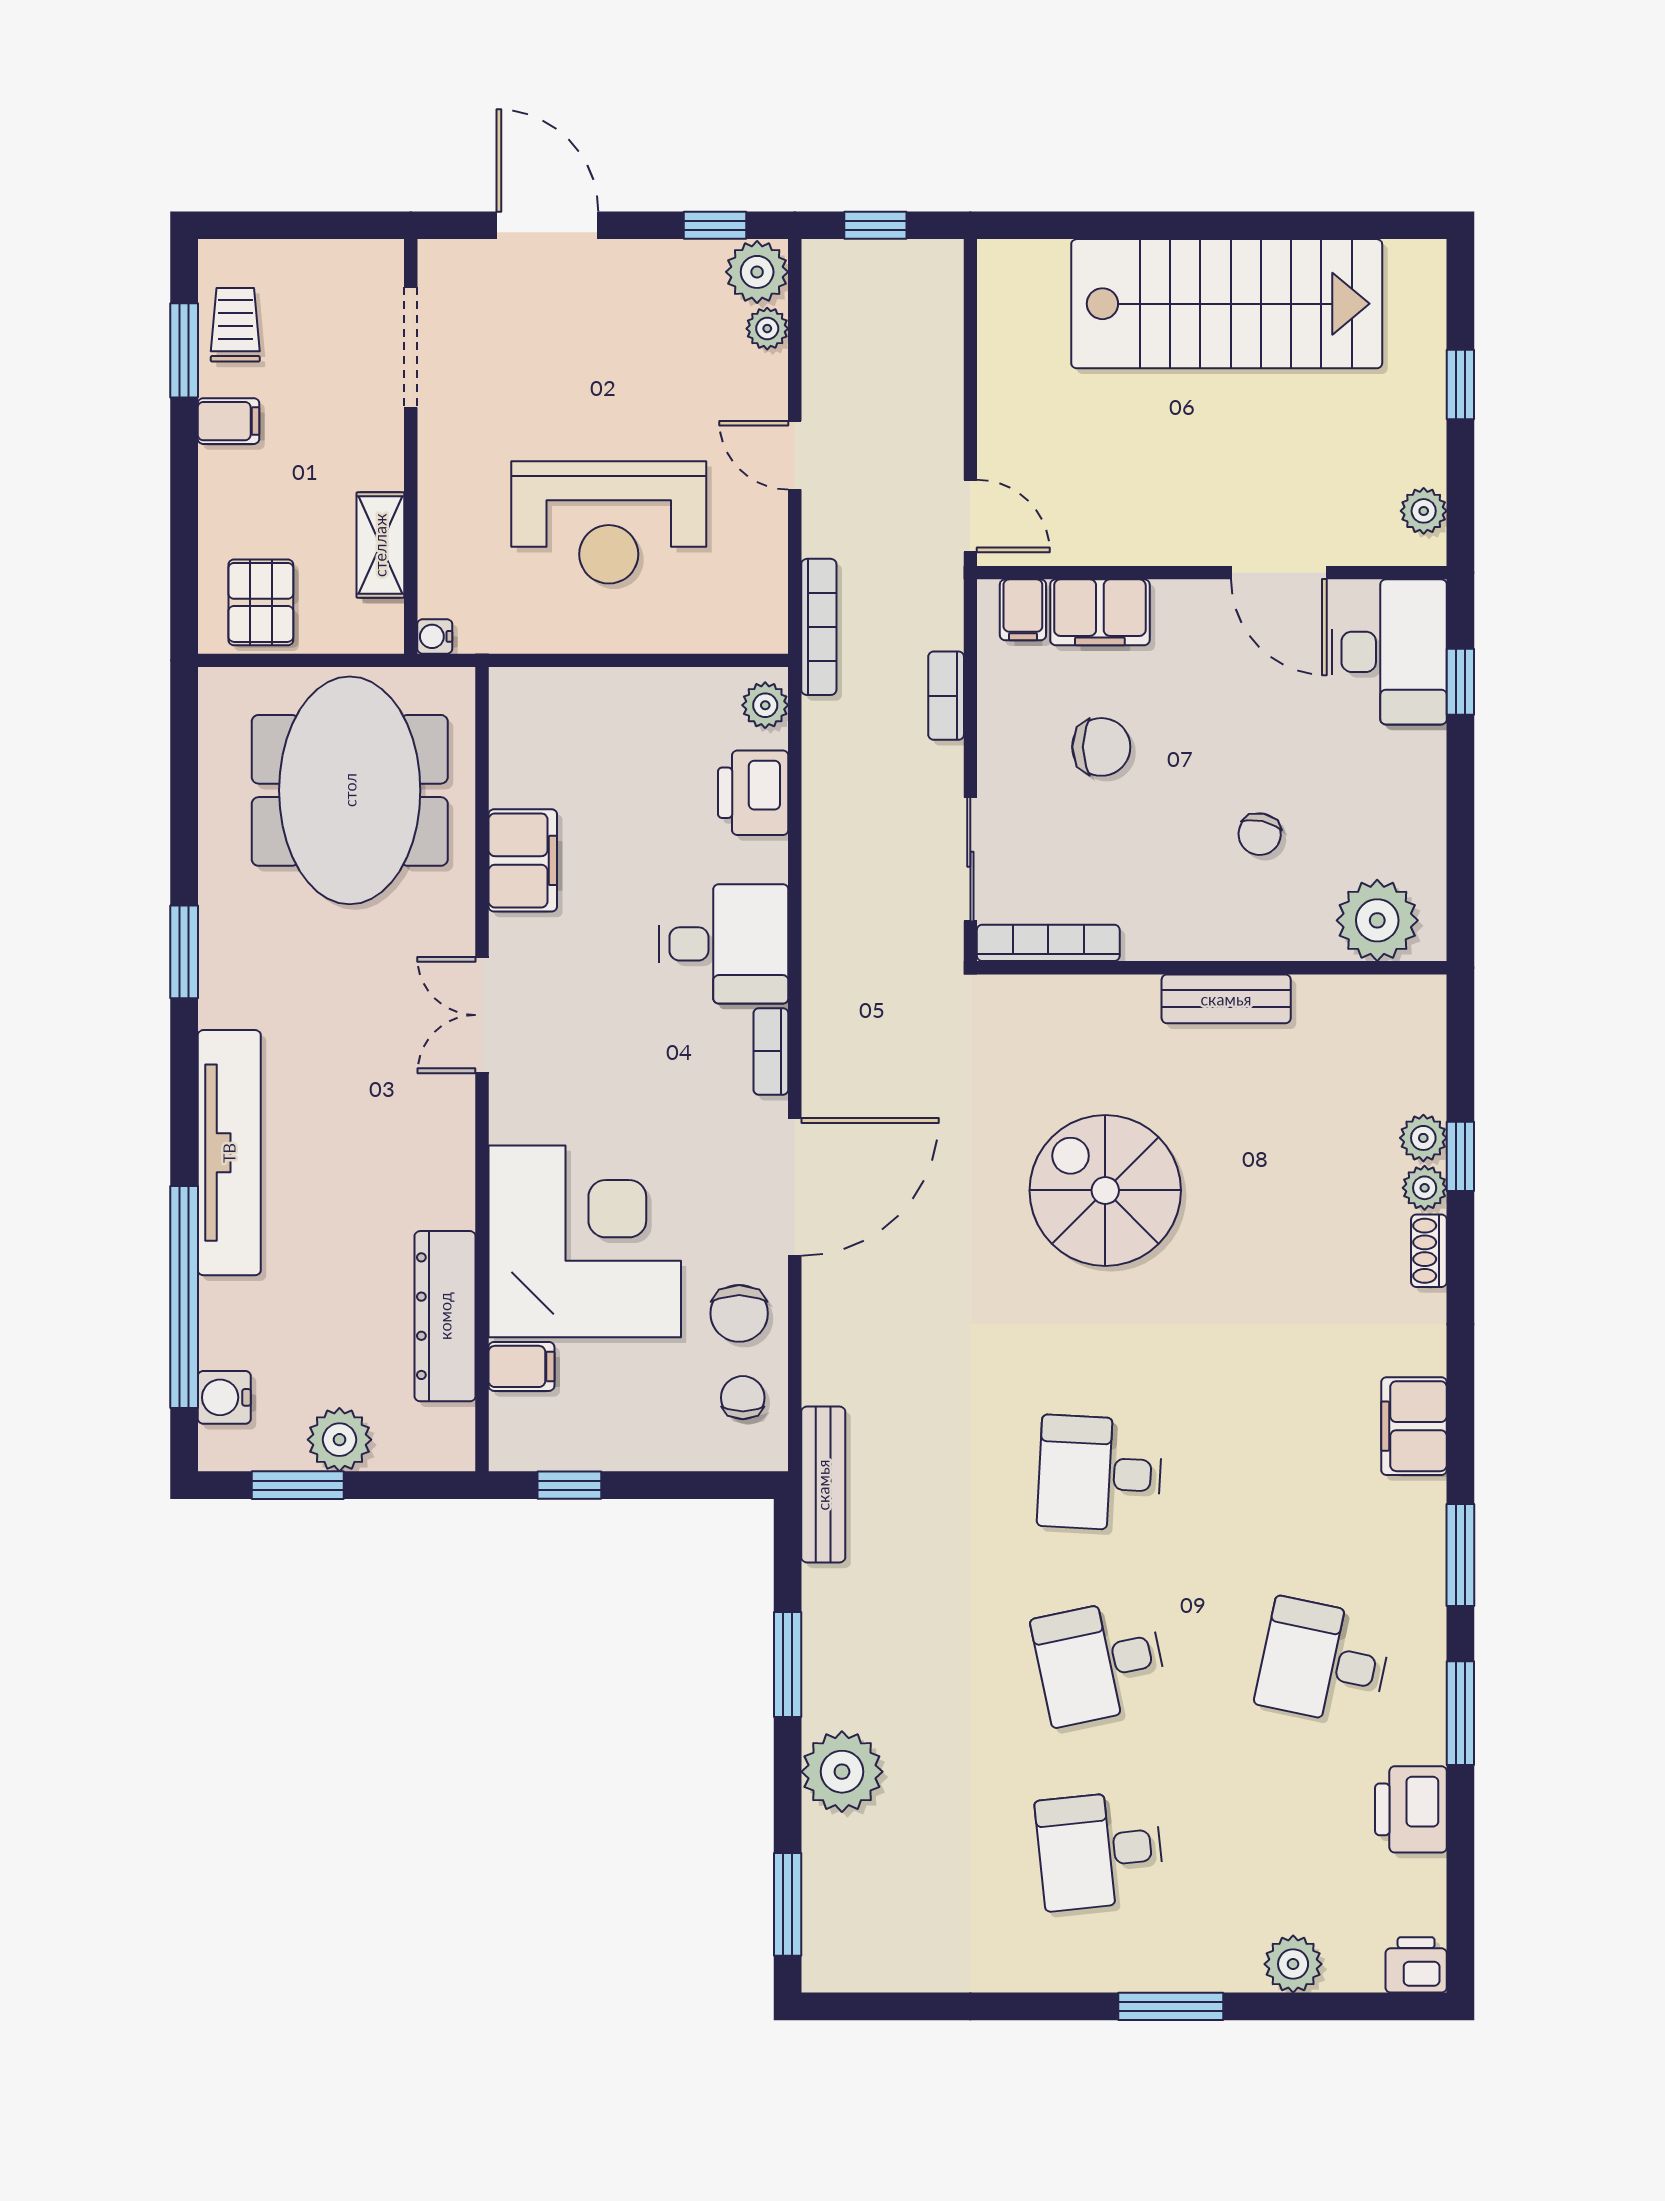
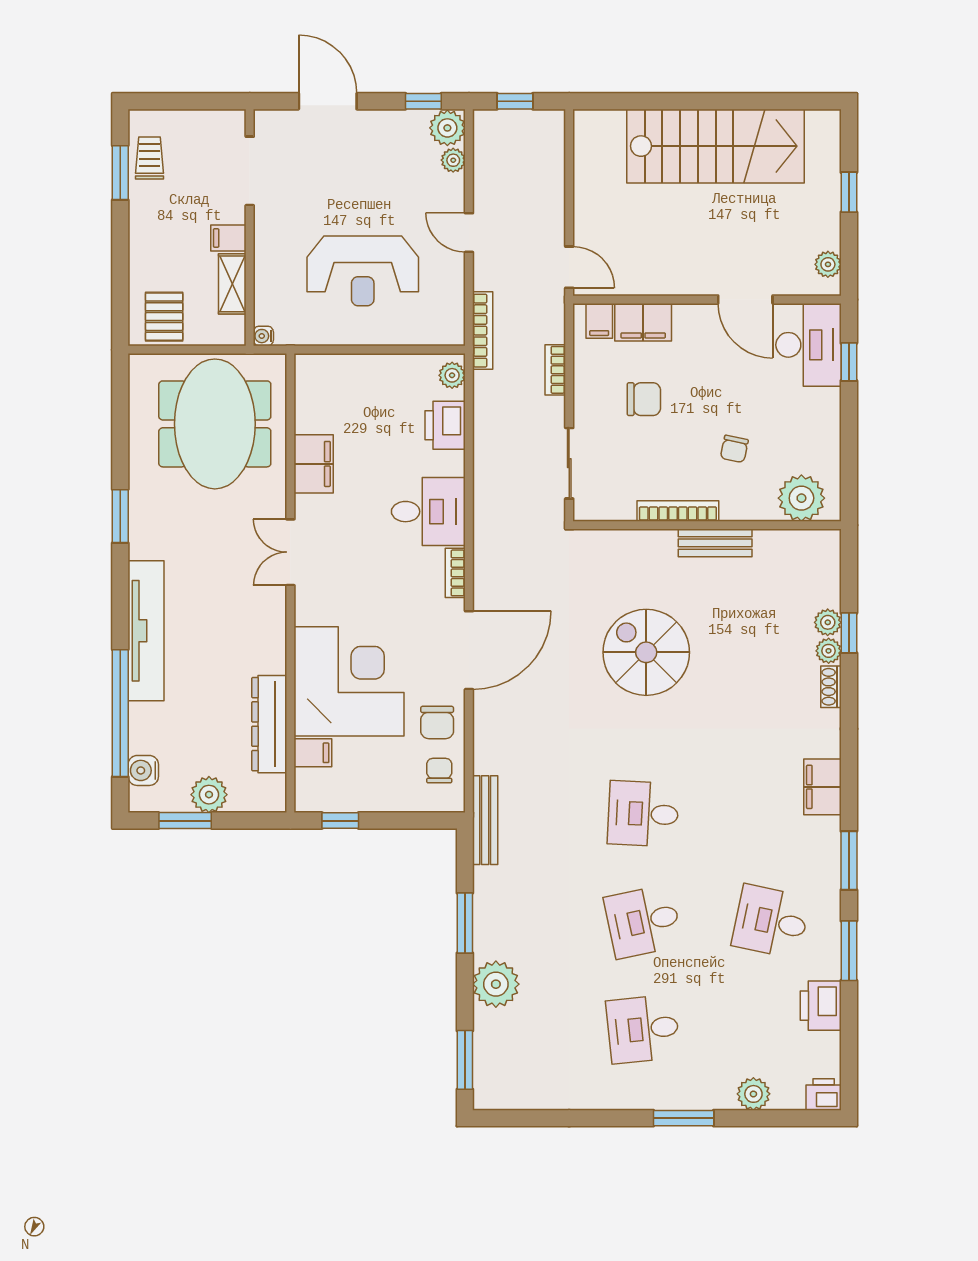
filing cabinet: (228, 421) -> (228, 238), moved, turned 180
bookcase: (1048, 943) -> (678, 511), moved

